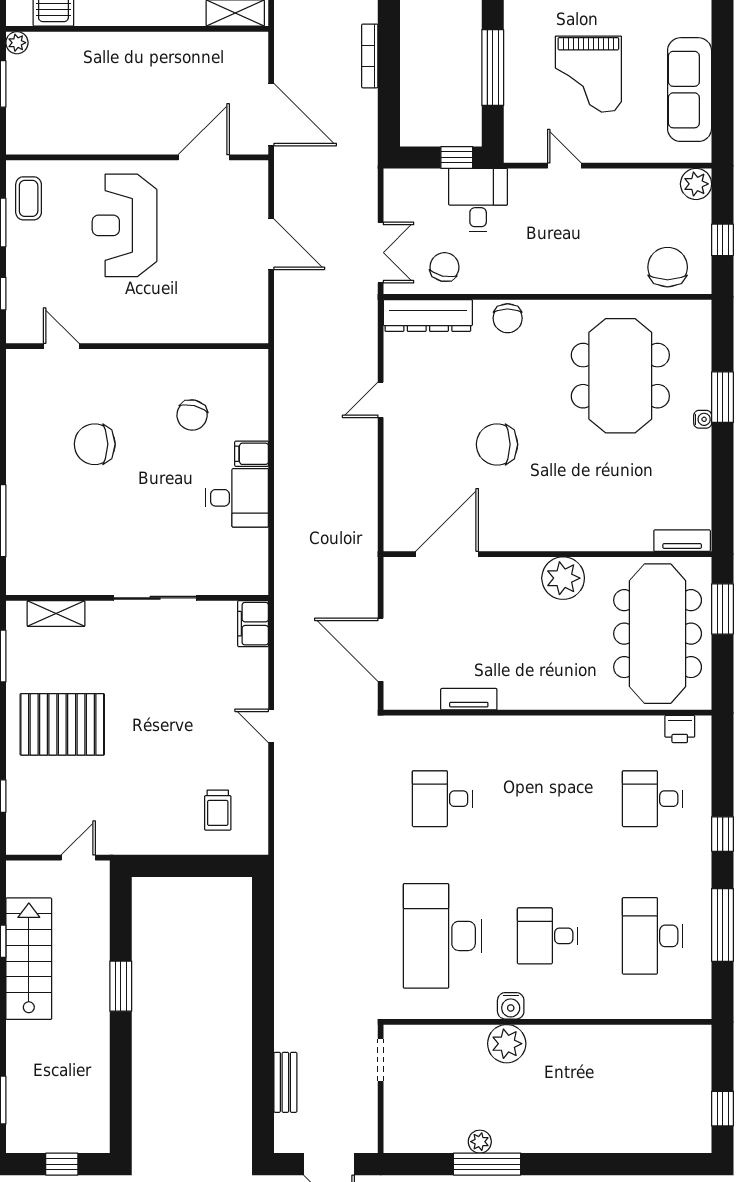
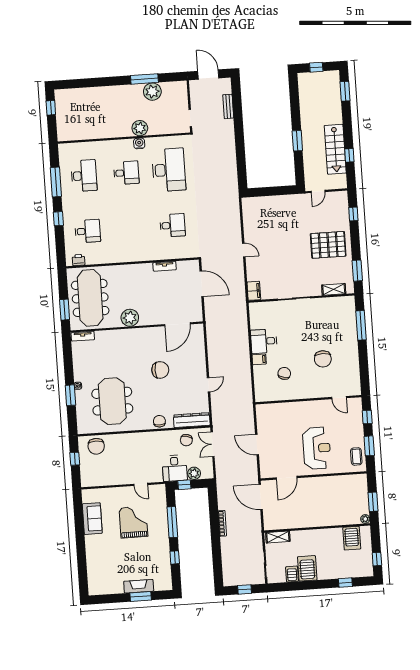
sofa: (690, 90) -> (92, 519), width x0.73
plant: (696, 184) -> (194, 473), moved
chair: (95, 444) -> (323, 359), turned 90
trolley: (218, 810) -> (263, 214), removed
plant: (480, 1142) -> (152, 92), width x1.88, depth x1.88

